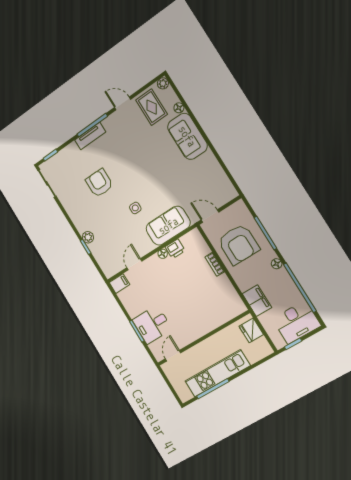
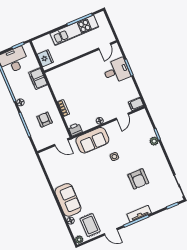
armchair: (238, 244) -> (45, 120), width x0.53, depth x0.53
printer: (175, 249) -> (75, 129), moved

